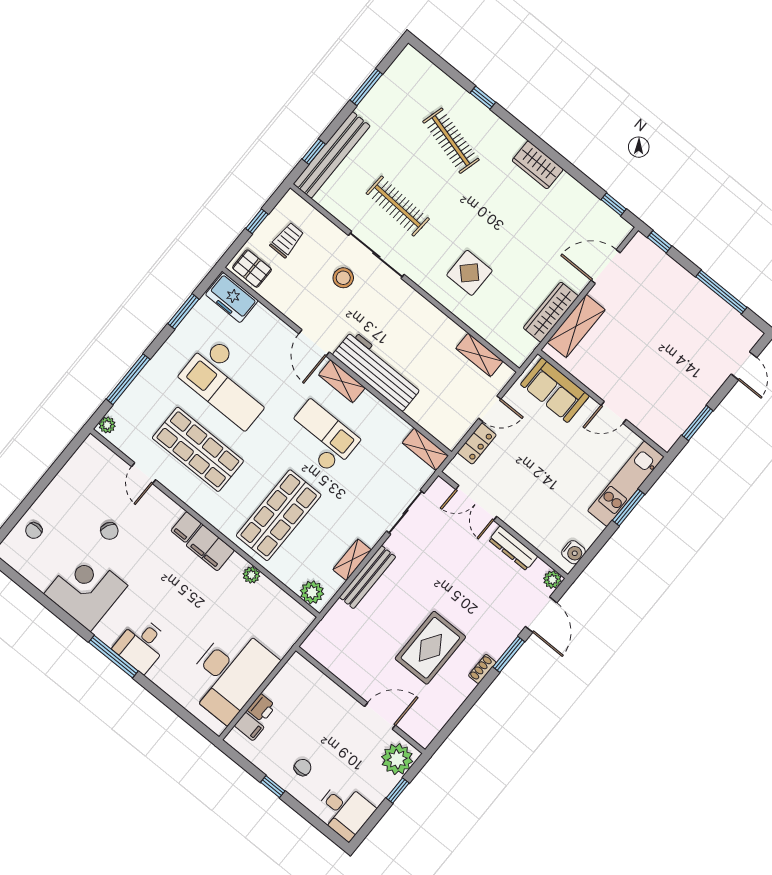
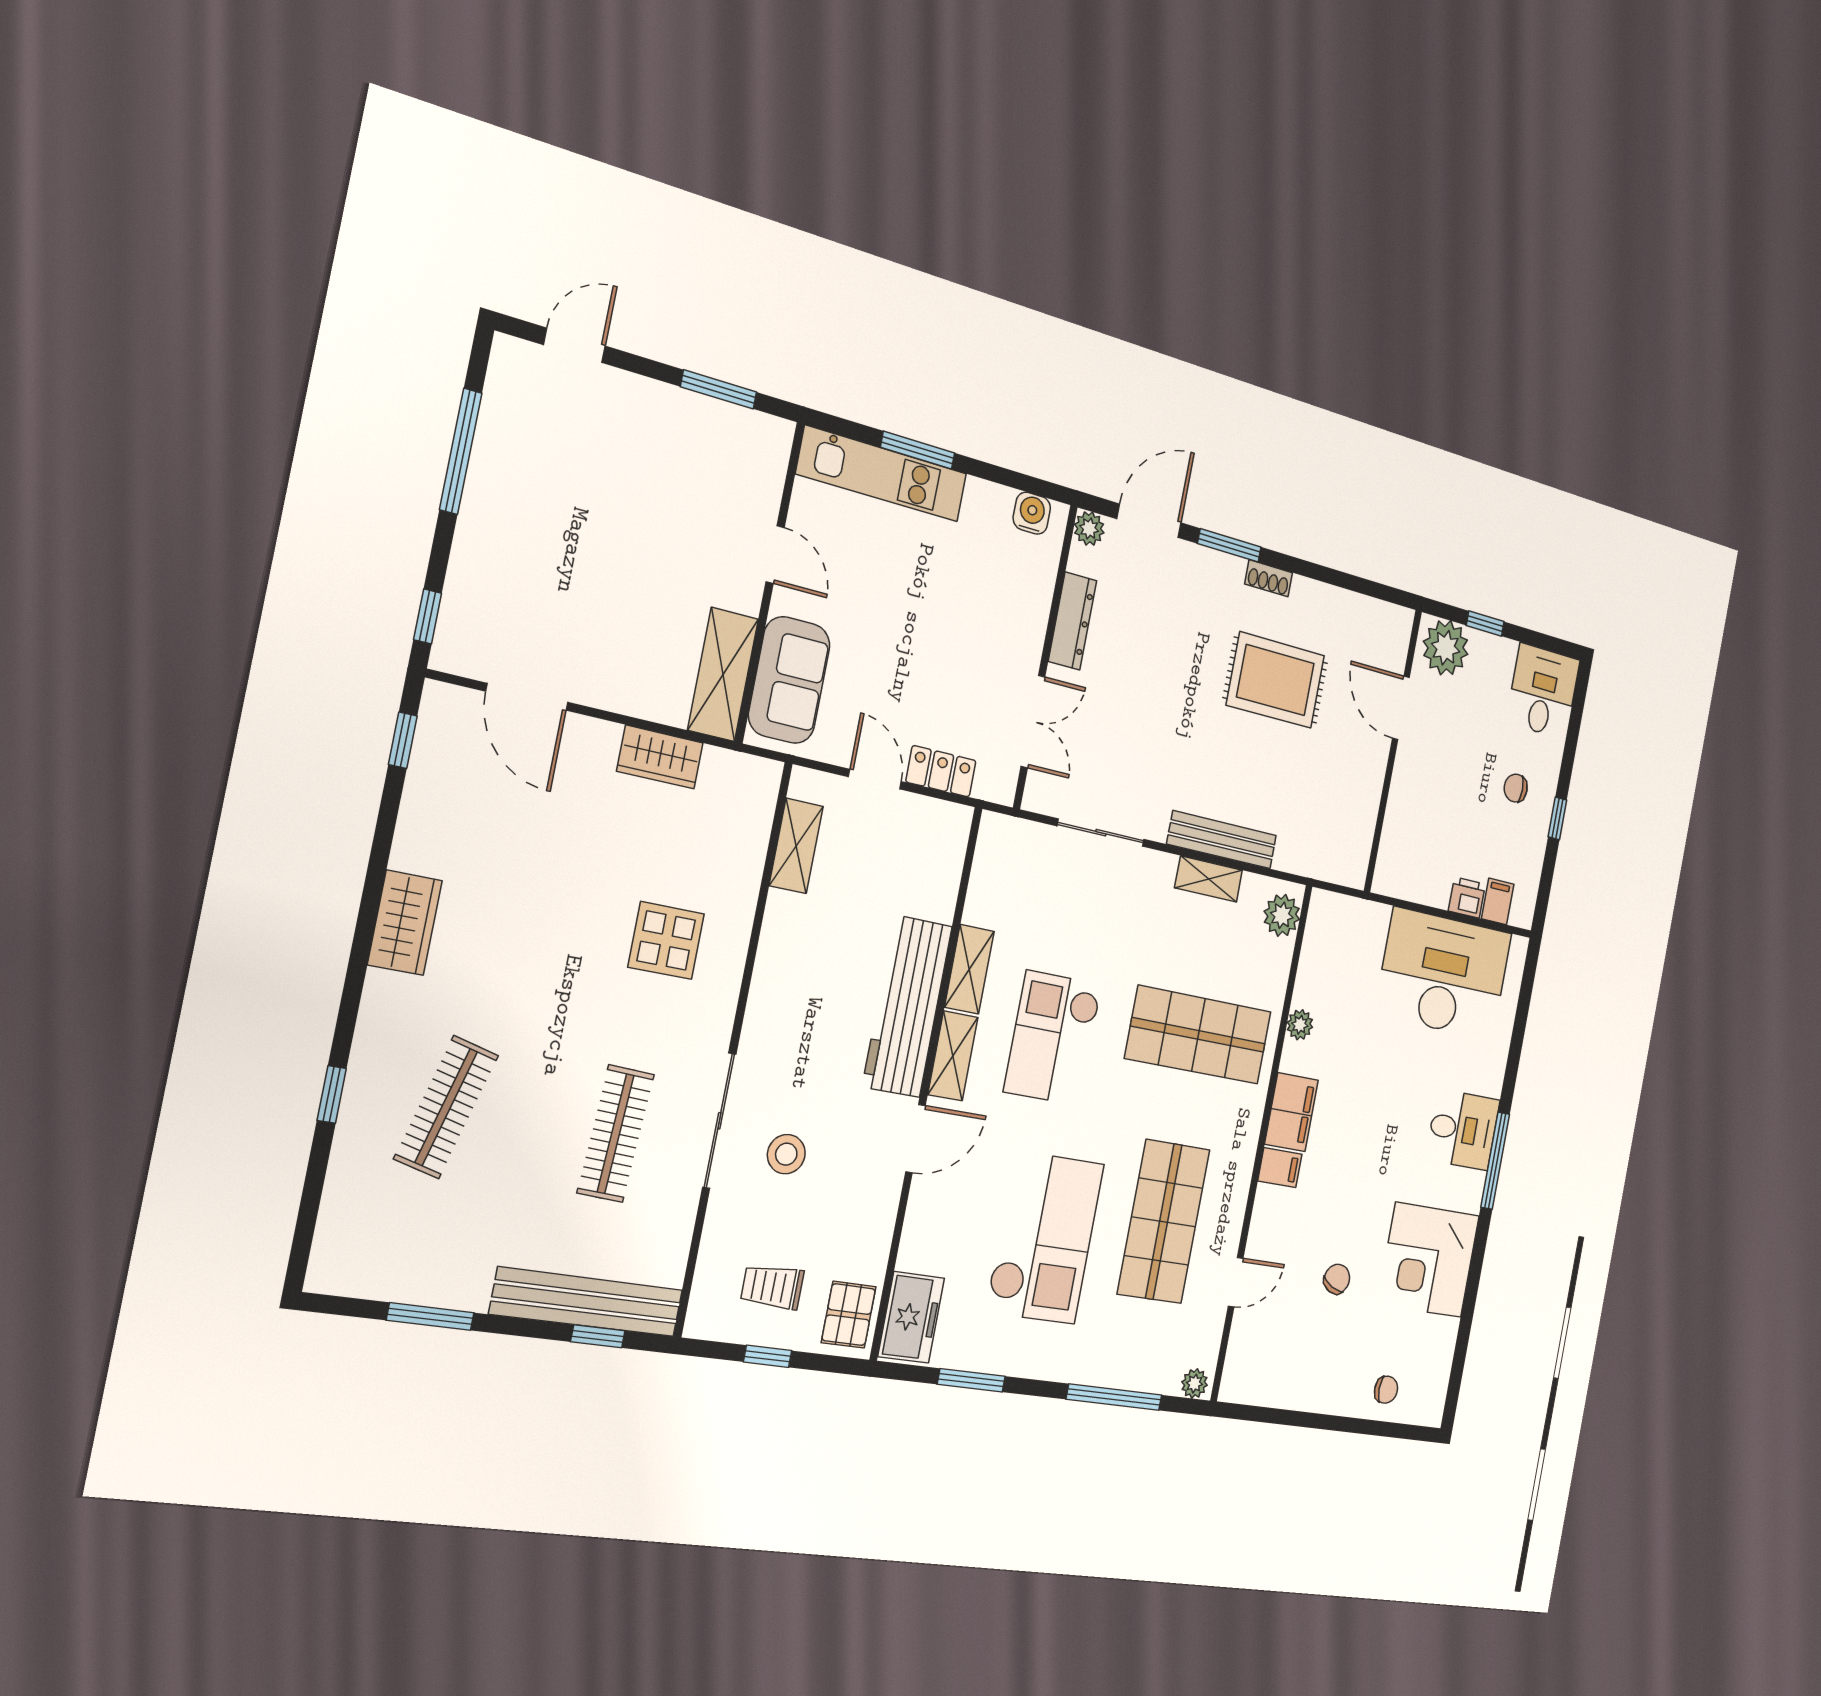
wardrobe: (551, 312) -> (660, 757), width x0.67
shelving: (576, 326) -> (723, 674), moved, turned 90
shelving: (425, 449) -> (969, 969), moved

